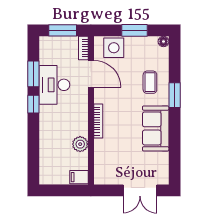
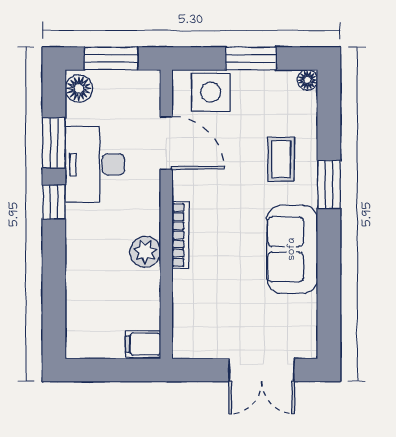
floor lamp: (46, 46) -> (79, 88), added
bookcase: (83, 48) -> (151, 93), removed
plant: (80, 144) -> (145, 252), moved

